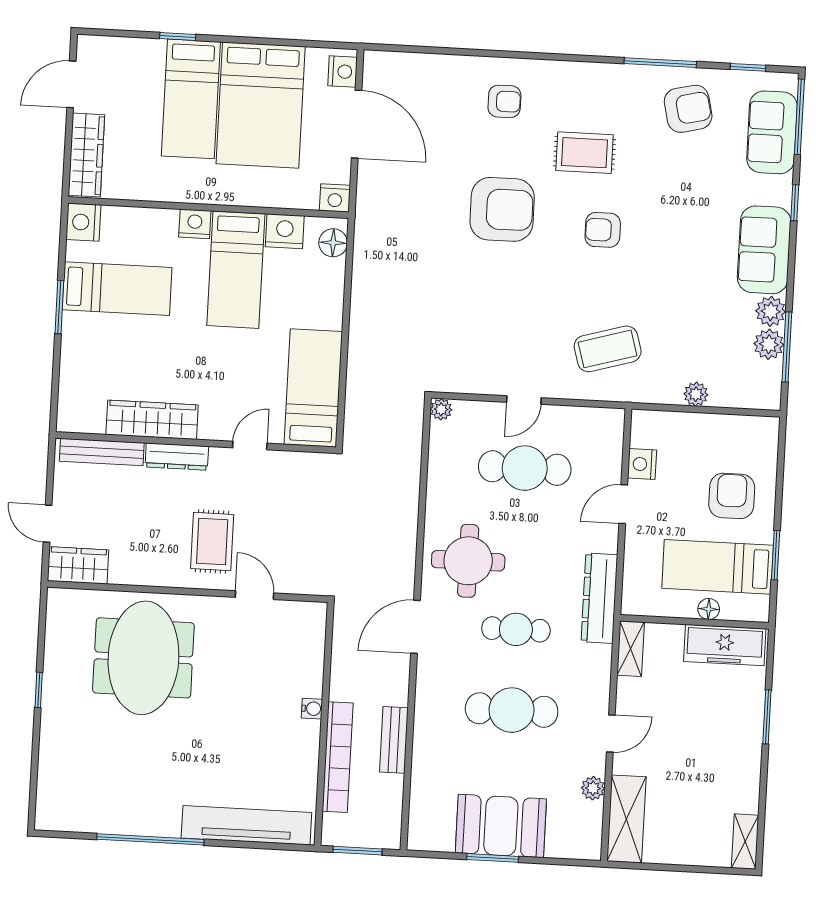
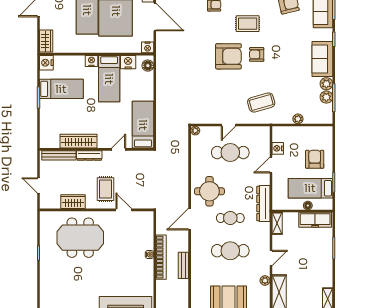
wardrobe: (86, 155) -> (46, 41), width x0.67
armchair: (502, 209) -> (228, 56), moved
wardrobe: (78, 565) -> (73, 202), moved
meeting table: (143, 658) -> (80, 238), turned 90
bookcase: (338, 757) -> (161, 257), moved

